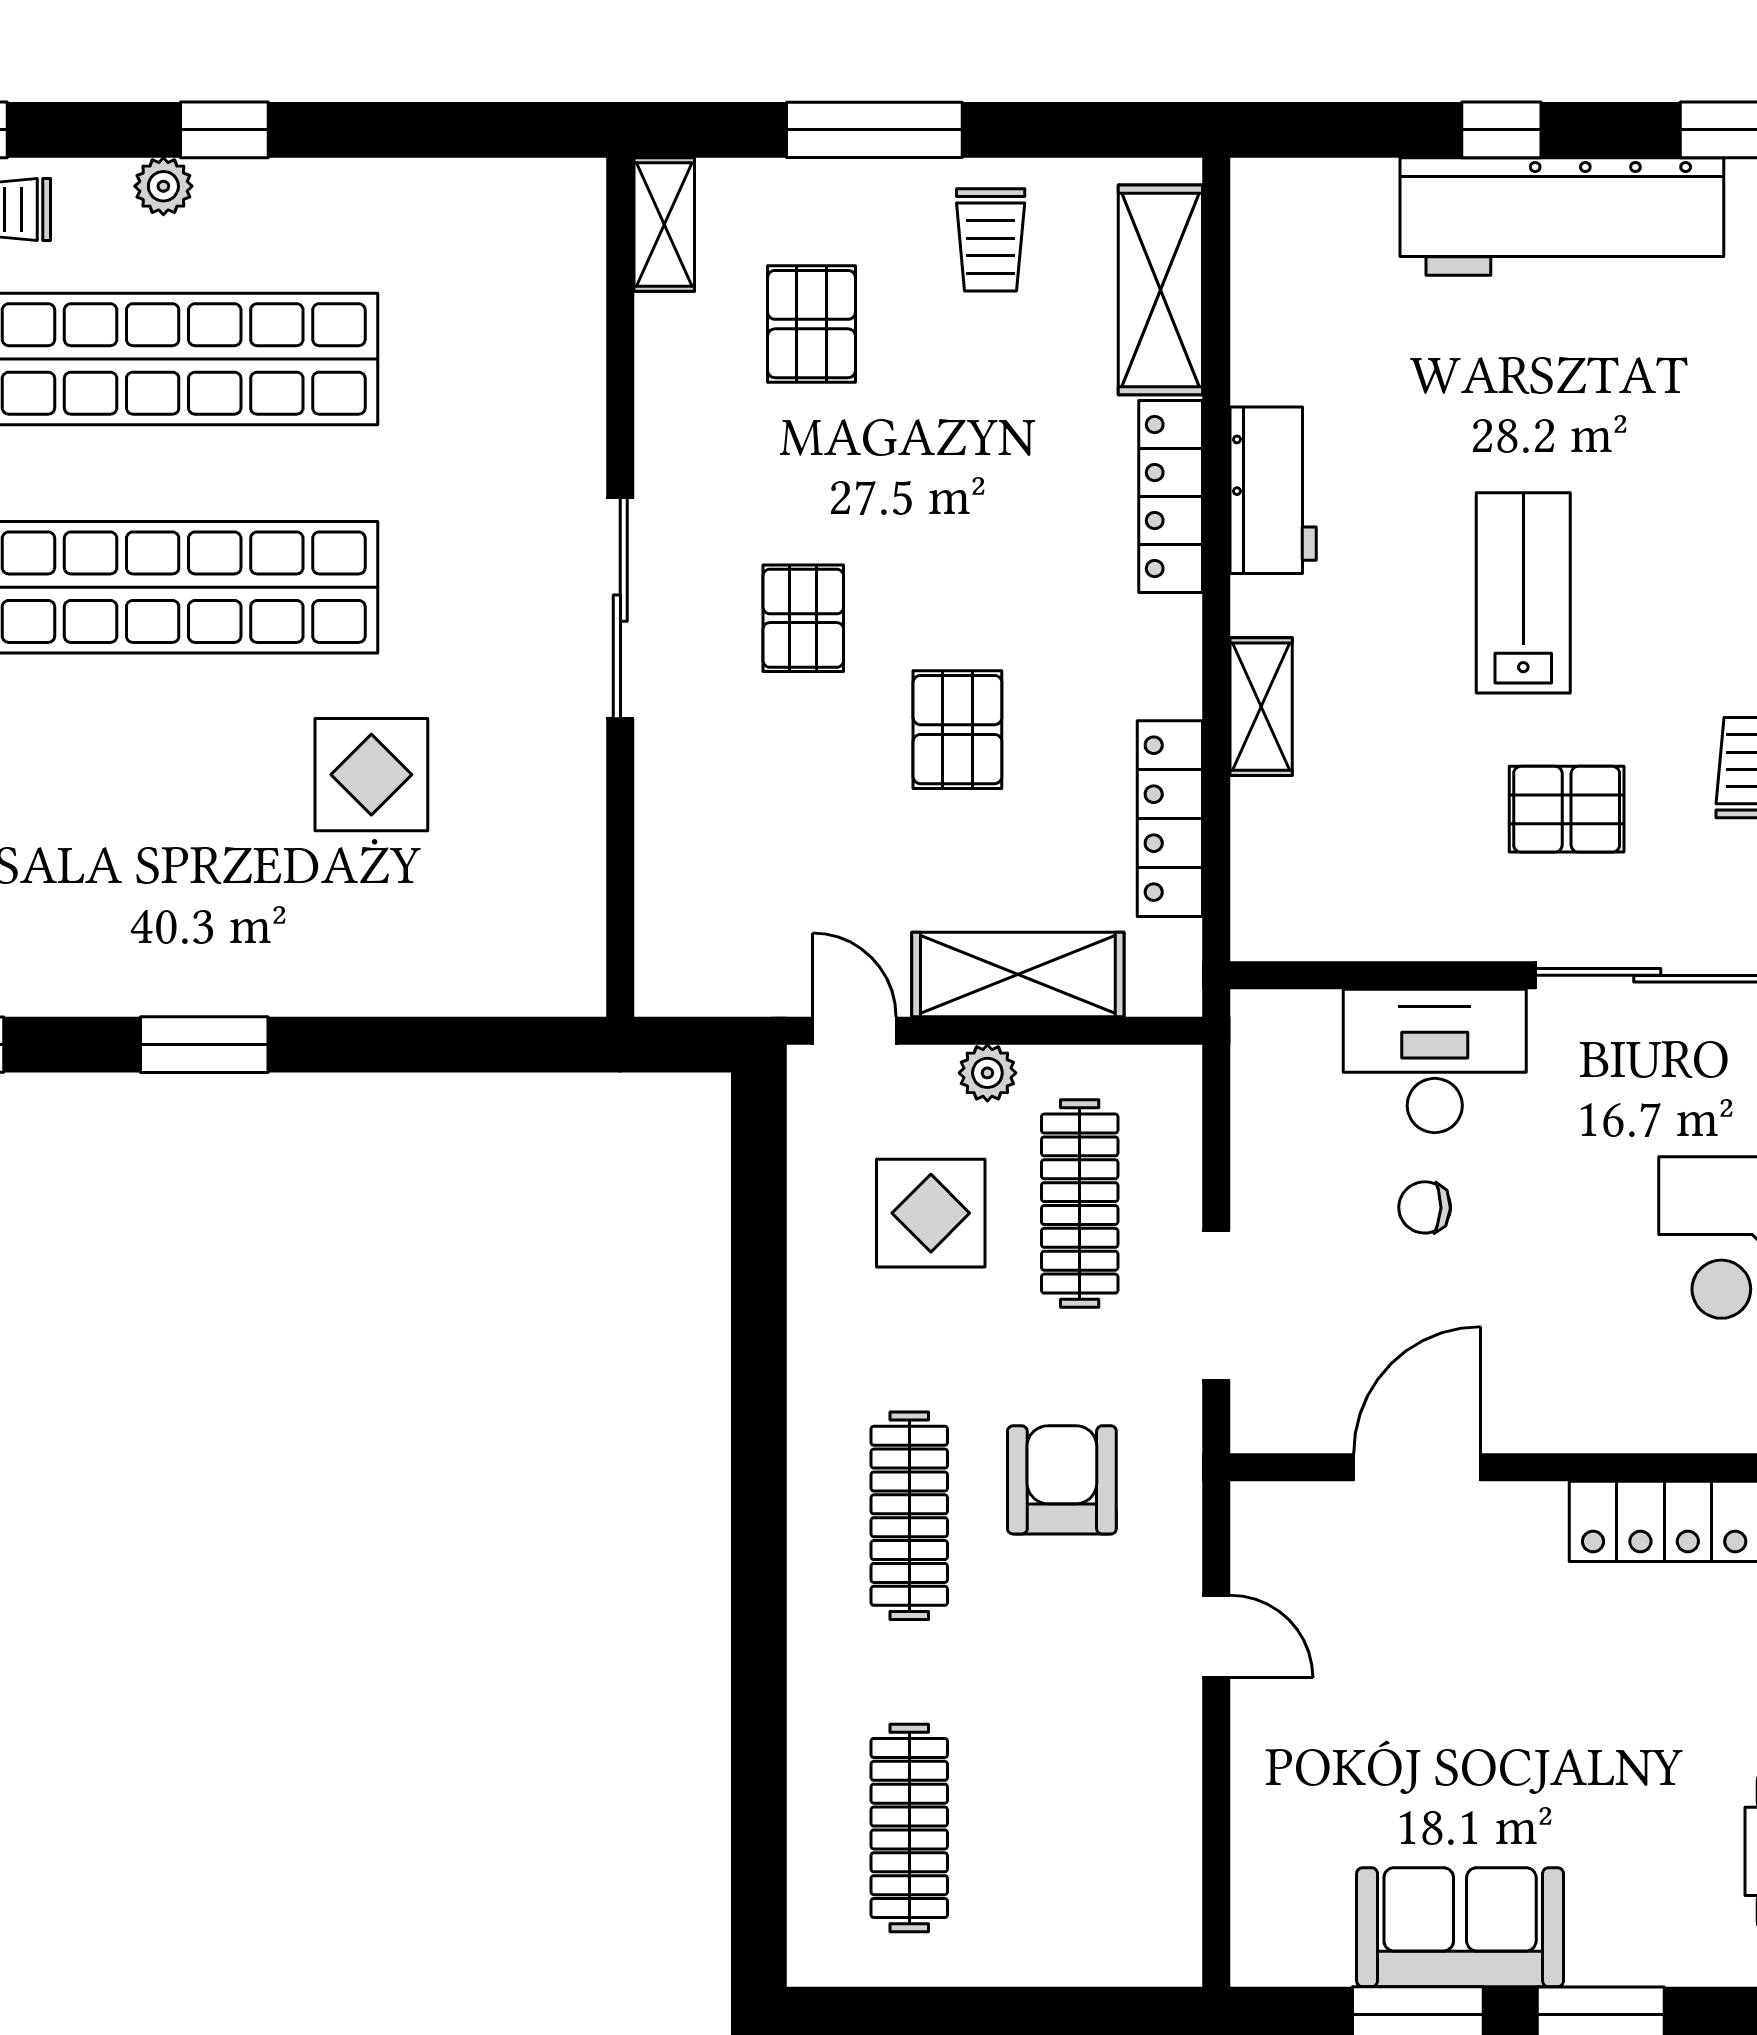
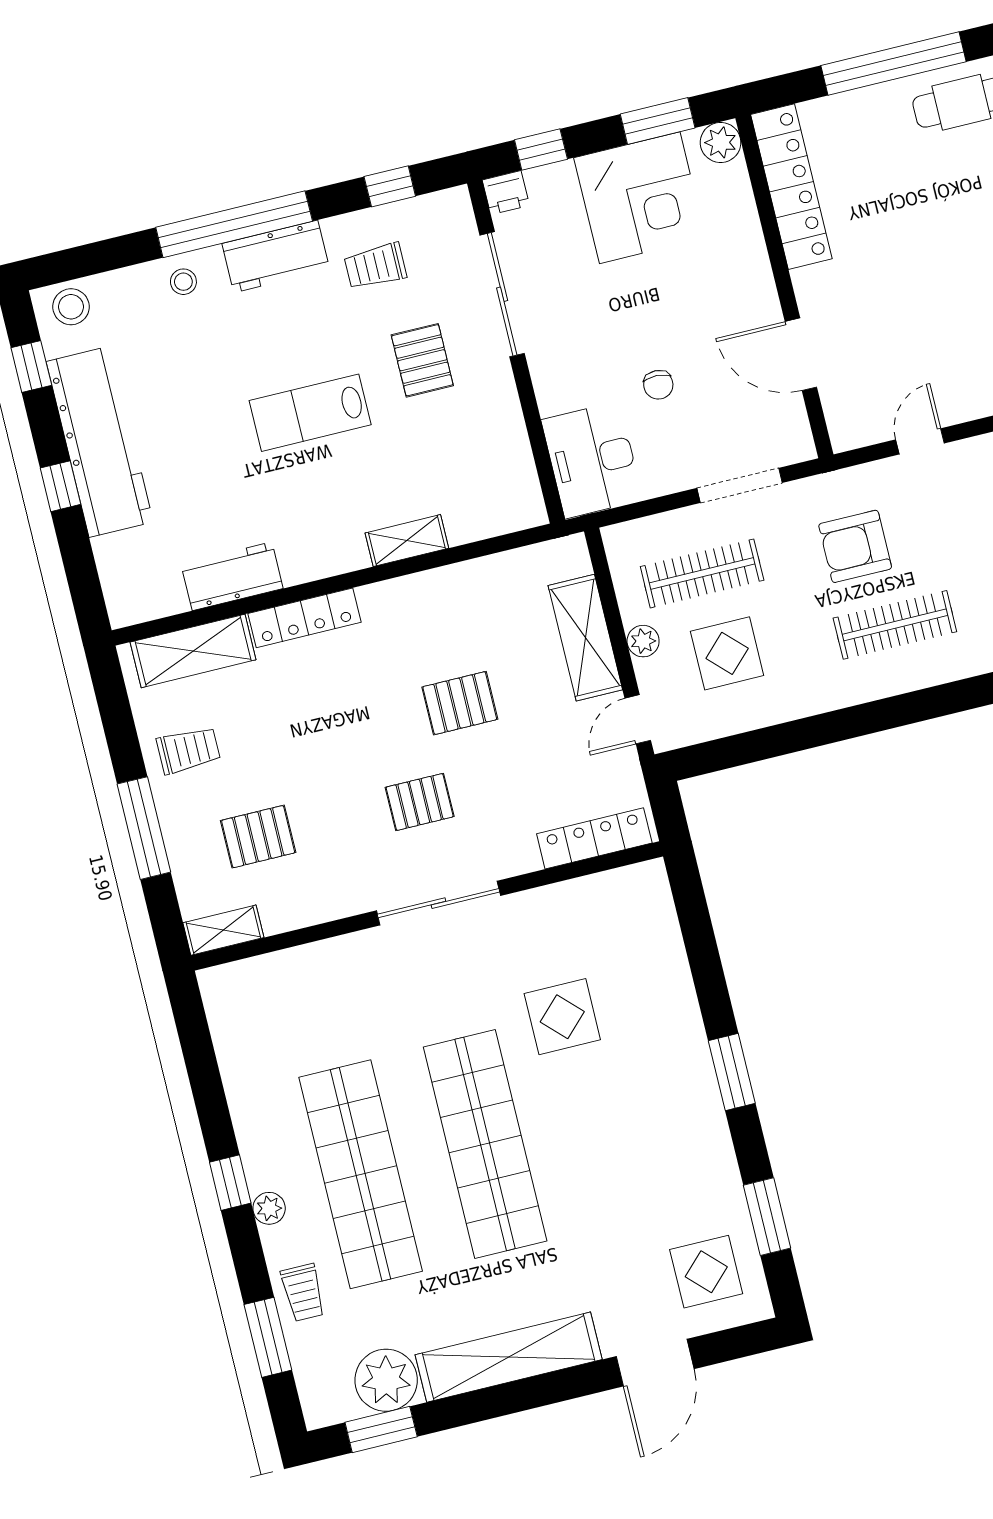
workbench: (1273, 490) -> (232, 576), moved
locker: (1170, 819) -> (594, 838), moved, turned 180
desk: (1435, 1061) -> (592, 460), moved

